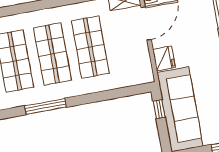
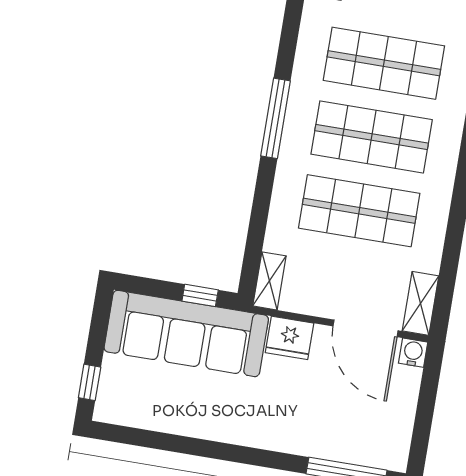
shelving: (140, 78) -> (269, 281), added
window: (45, 106) -> (275, 118), moved

